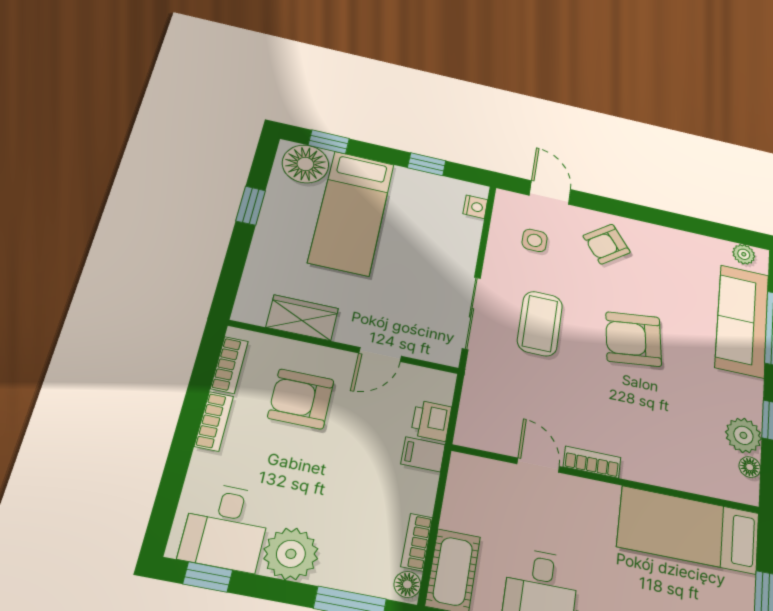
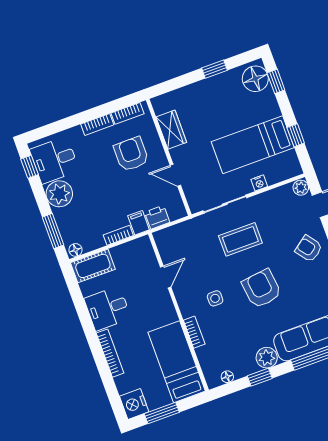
plant: (509, 202) -> (301, 188), added
nightstand: (475, 207) -> (259, 183), moved
bed: (352, 213) -> (253, 145), moved
side table: (535, 240) -> (215, 298), moved
plant: (743, 435) -> (267, 358), moved
bookcase: (592, 462) -> (194, 332), moved
bookcase: (417, 542) -> (118, 235), moved

